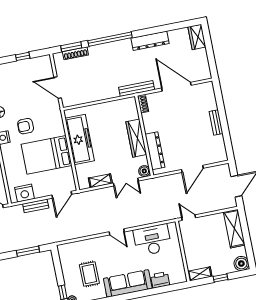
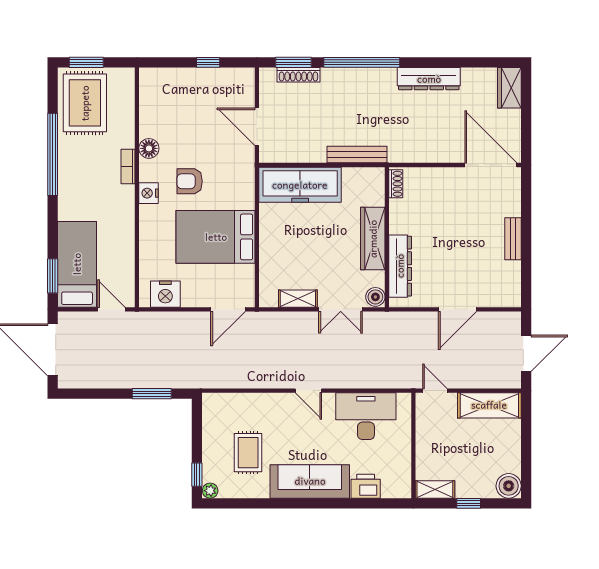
door: (176, 87) -> (491, 165), moved
bench: (137, 88) -> (357, 155), moved
freezer: (80, 140) -> (300, 185), moved, turned 90
bench: (36, 206) -> (180, 320), removed
shelving: (234, 229) -> (489, 405), moved, turned 90

